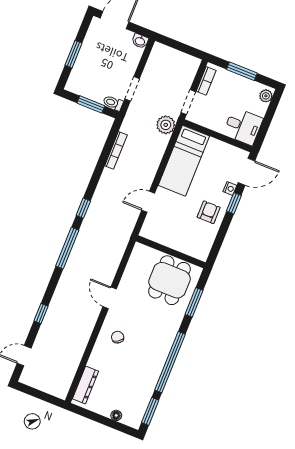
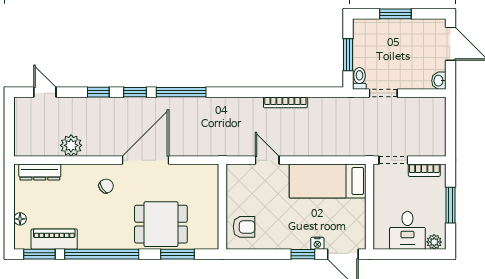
plant: (166, 125) -> (71, 145), moved
desk: (243, 126) -> (407, 230), moved
bookcase: (116, 150) -> (285, 102), moved
window: (83, 208) -> (135, 92), moved
armchair: (209, 212) -> (244, 227), moved
dining table: (169, 280) -> (161, 224), moved
door: (110, 298) -> (146, 160), width x1.87
piano: (143, 395) -> (54, 239), added

